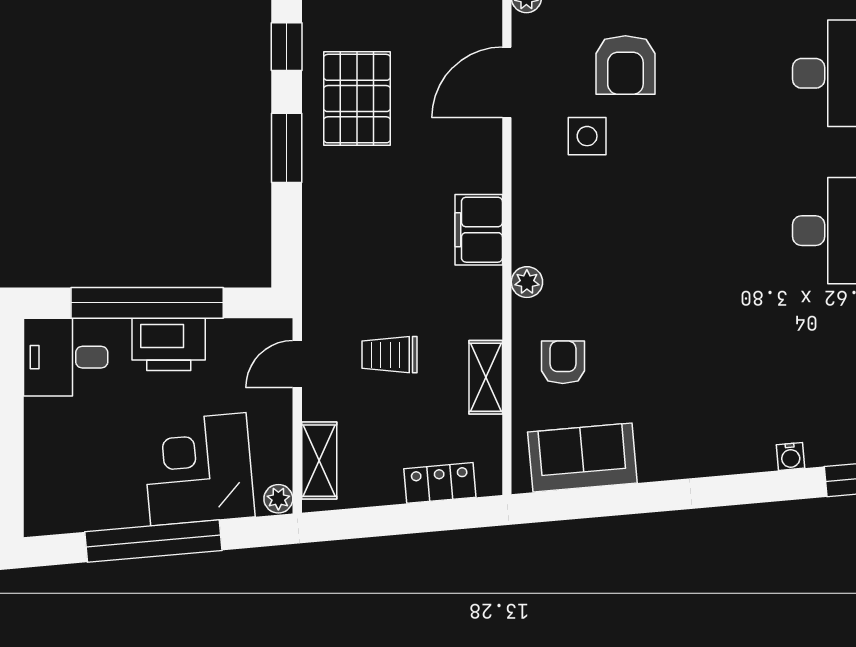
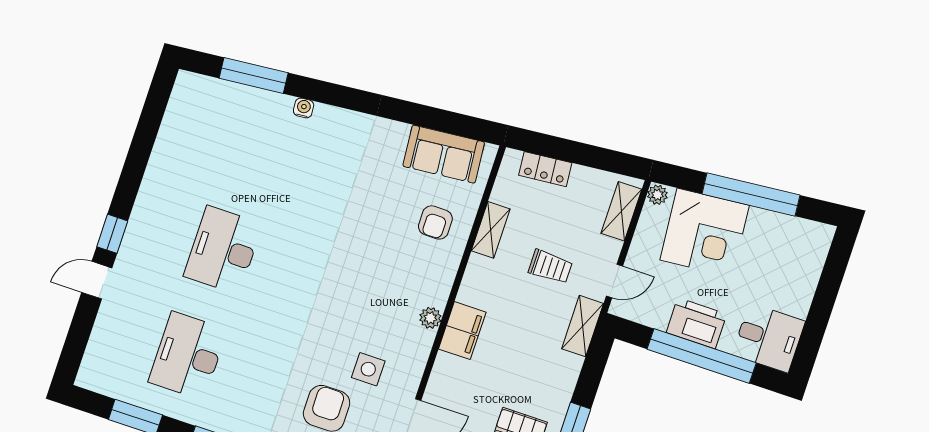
plant: (527, 282) -> (430, 318), moved
shelving: (320, 290) -> (583, 326), added

